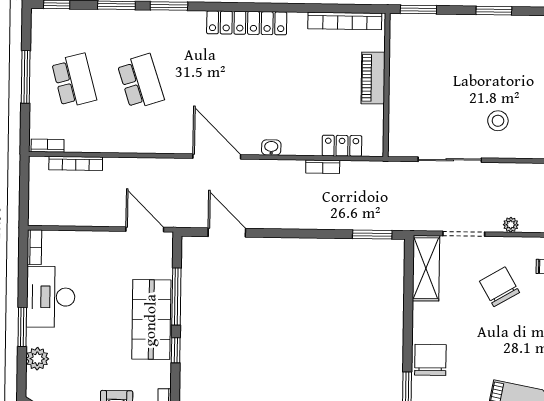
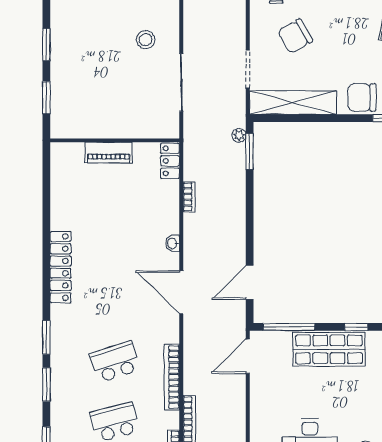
window: (418, 10) -> (46, 98), moved
bookcase: (345, 21) -> (172, 377), moved, turned 180
locker: (342, 146) -> (170, 161), moved
door: (217, 156) -> (181, 292), hinge flipped
plant: (511, 225) -> (239, 135), moved
shelving: (426, 268) -> (293, 103), width x1.47
window: (176, 296) -> (289, 327), moved

